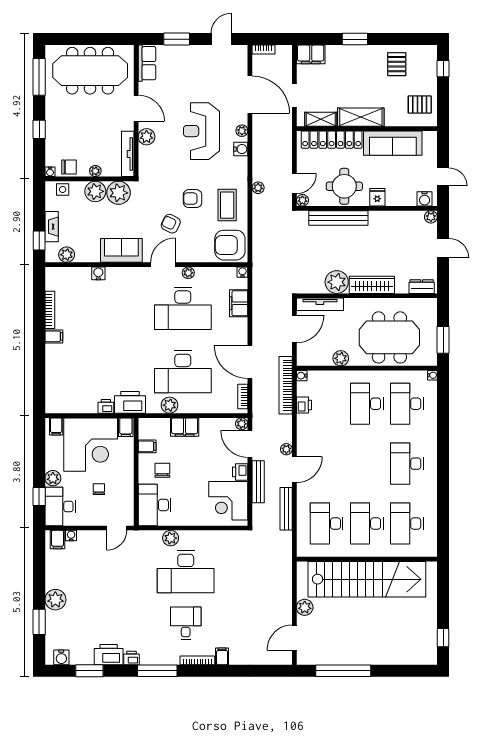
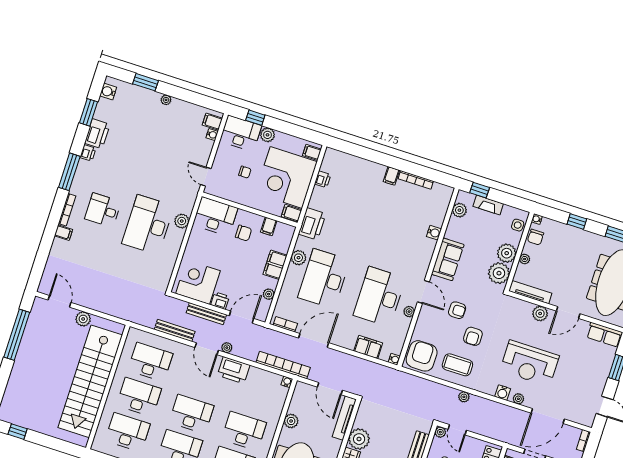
reception desk: (201, 131) -> (530, 363), turned 180
armchair: (193, 199) -> (473, 336), turned 180
armchair: (171, 224) -> (457, 310), turned 64
printer: (304, 405) -> (234, 370), moved, width x1.87, depth x1.48
printer: (106, 406) -> (323, 179), moved
plant: (242, 424) -> (269, 294), moved
desk: (367, 464) -> (191, 414), added
plant: (55, 600) -> (166, 100), width x0.53, depth x0.53
desk: (186, 623) -> (103, 210), turned 180

